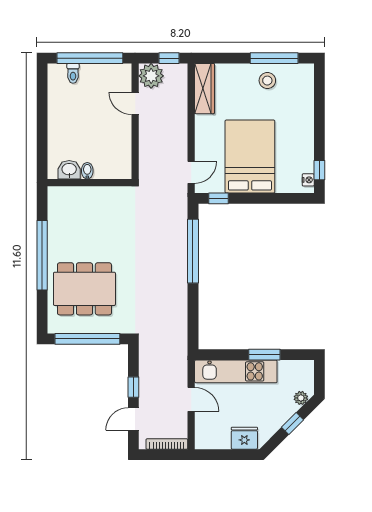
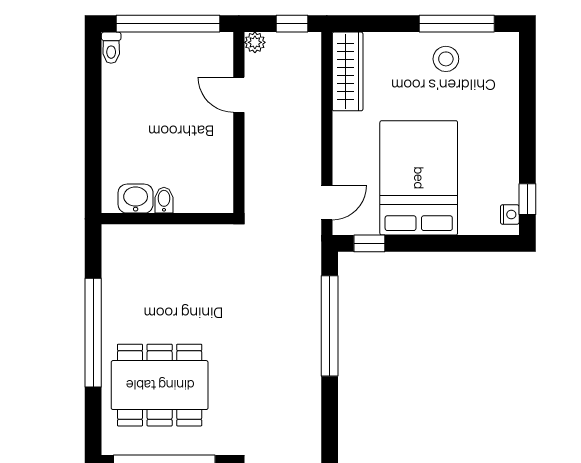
toilet: (73, 73) -> (111, 48), moved
plant: (151, 76) -> (255, 42), width x0.53, depth x0.53

